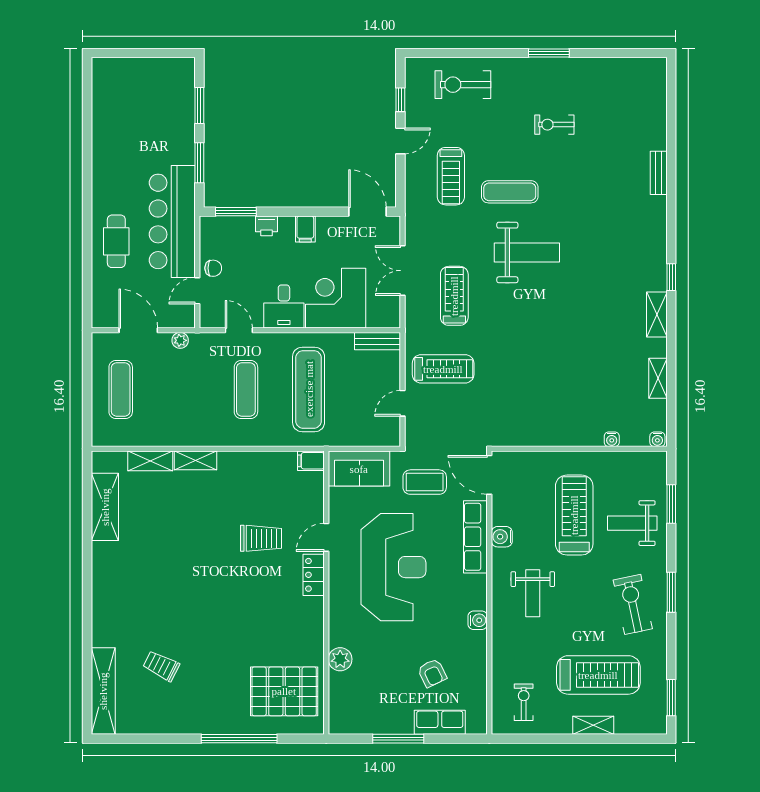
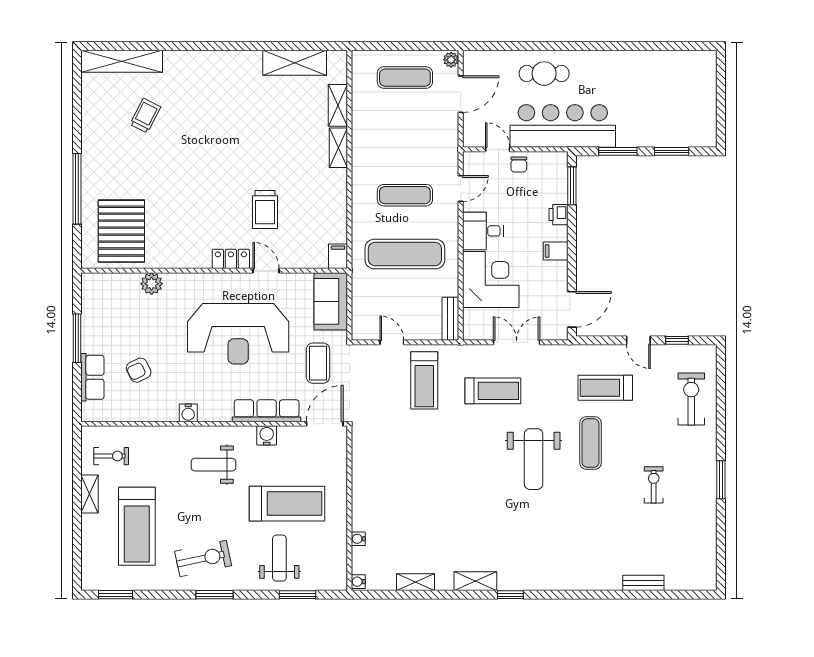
bench: (659, 173) -> (643, 583), moved
plant: (180, 340) -> (451, 60), moved
shelving: (593, 725) -> (90, 494), moved

